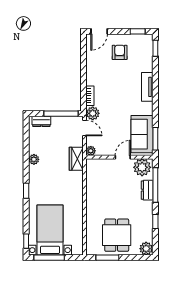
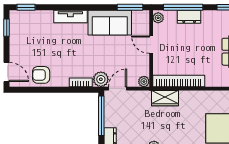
armchair: (120, 52) -> (41, 75), moved
sofa: (142, 134) -> (110, 23), moved
wardrobe: (76, 159) -> (165, 98), moved
plant: (142, 167) -> (158, 18), width x0.53, depth x0.53
bookcase: (91, 181) -> (179, 81), added

